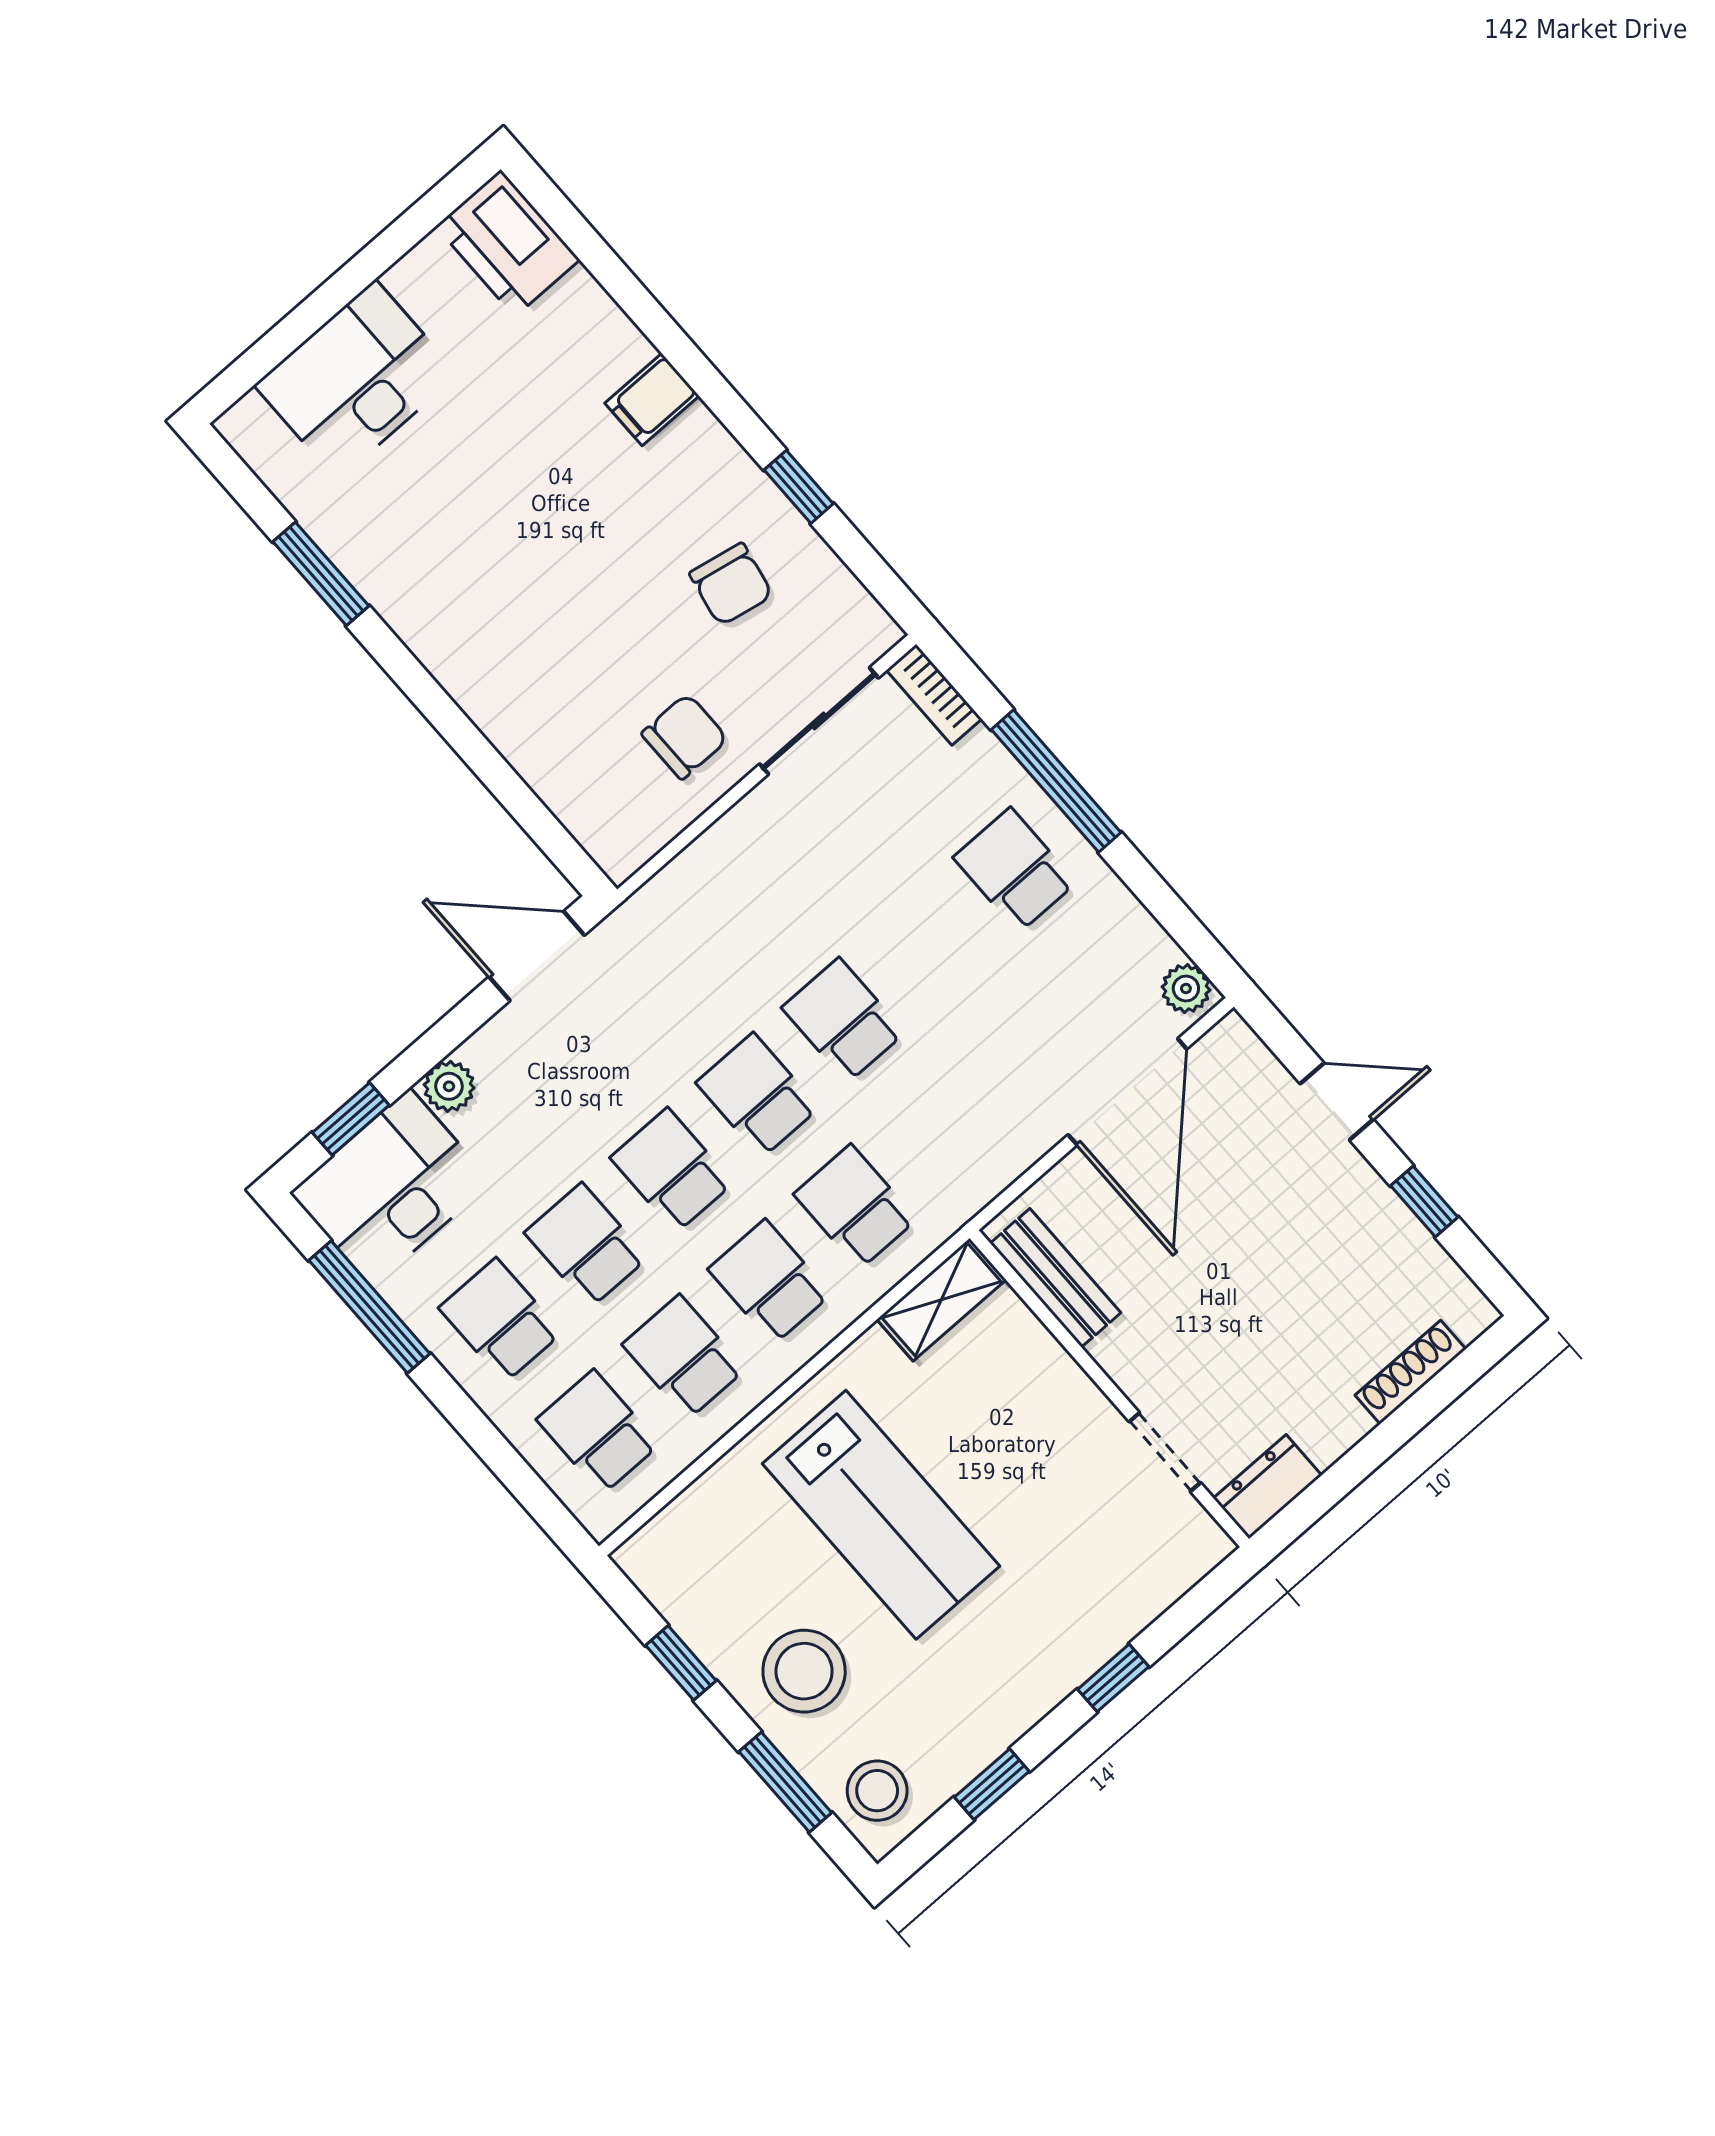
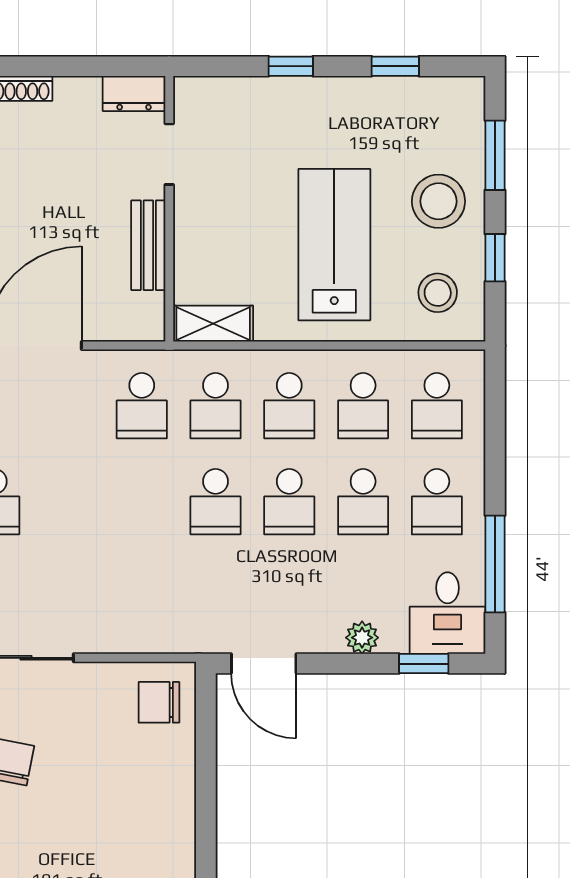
chair: (685, 736) -> (159, 702), moved
school desk: (843, 1020) -> (142, 406), moved
desk: (391, 1187) -> (447, 613), width x0.73
bench: (1056, 1278) -> (148, 245), moved
stool: (877, 1791) -> (438, 293), moved

